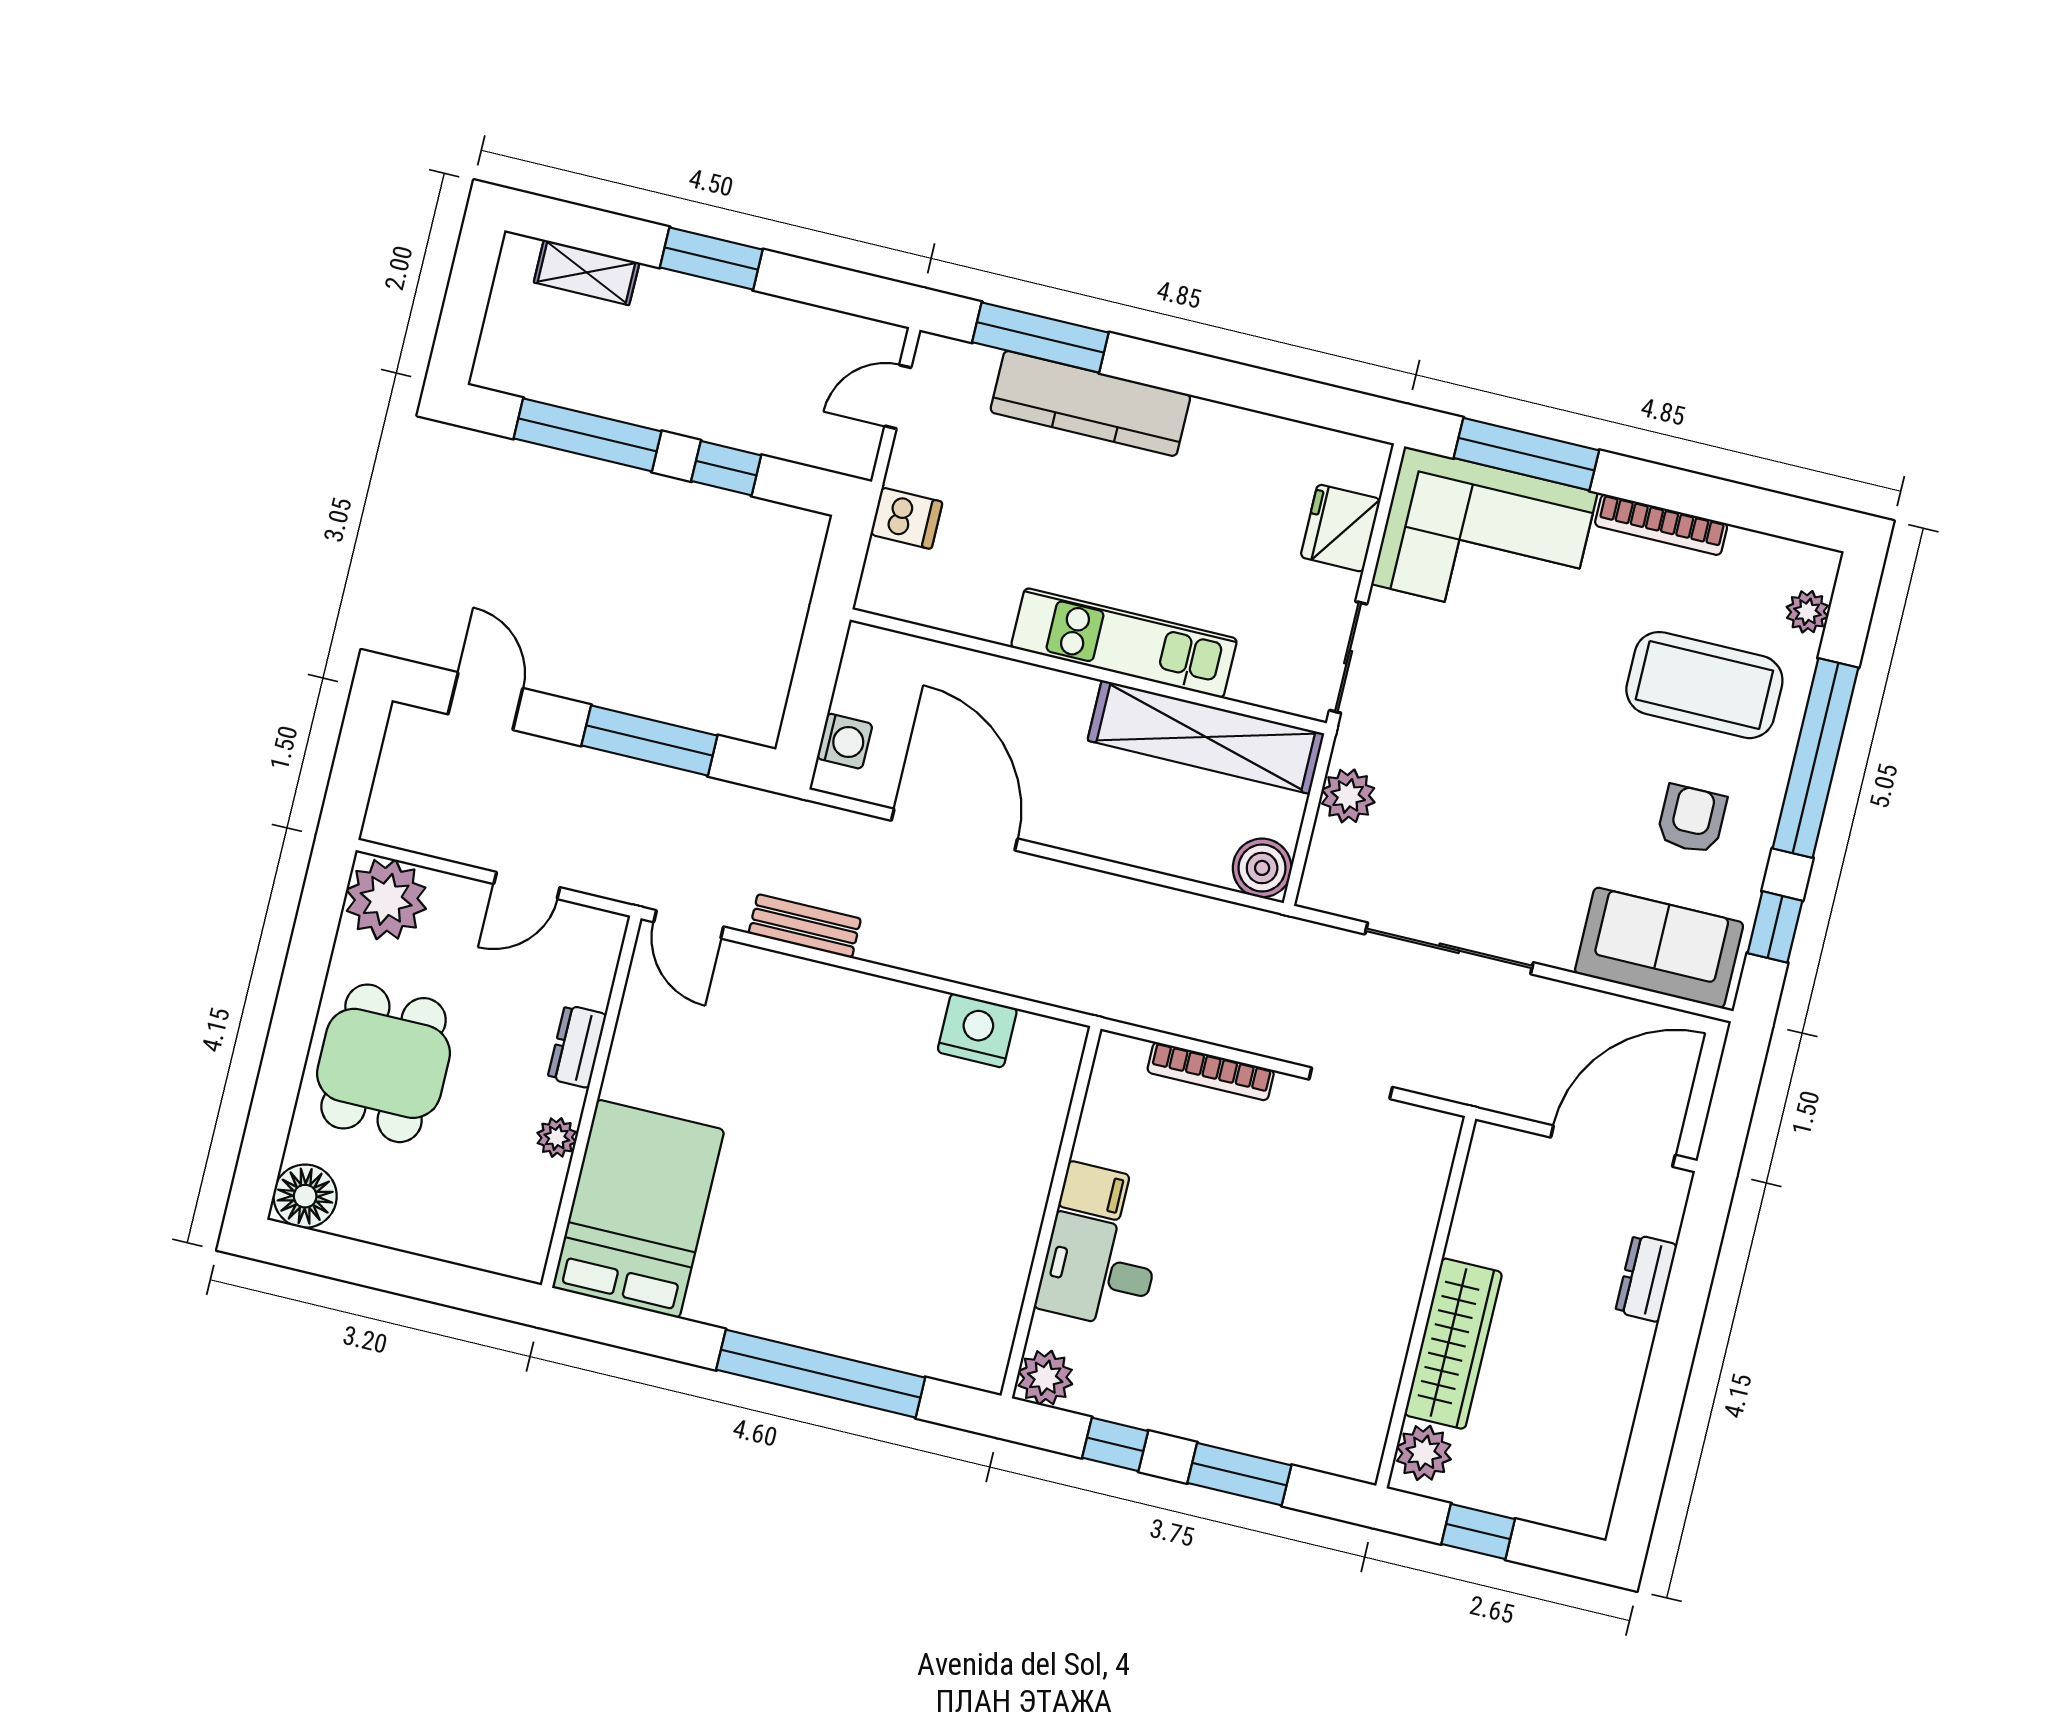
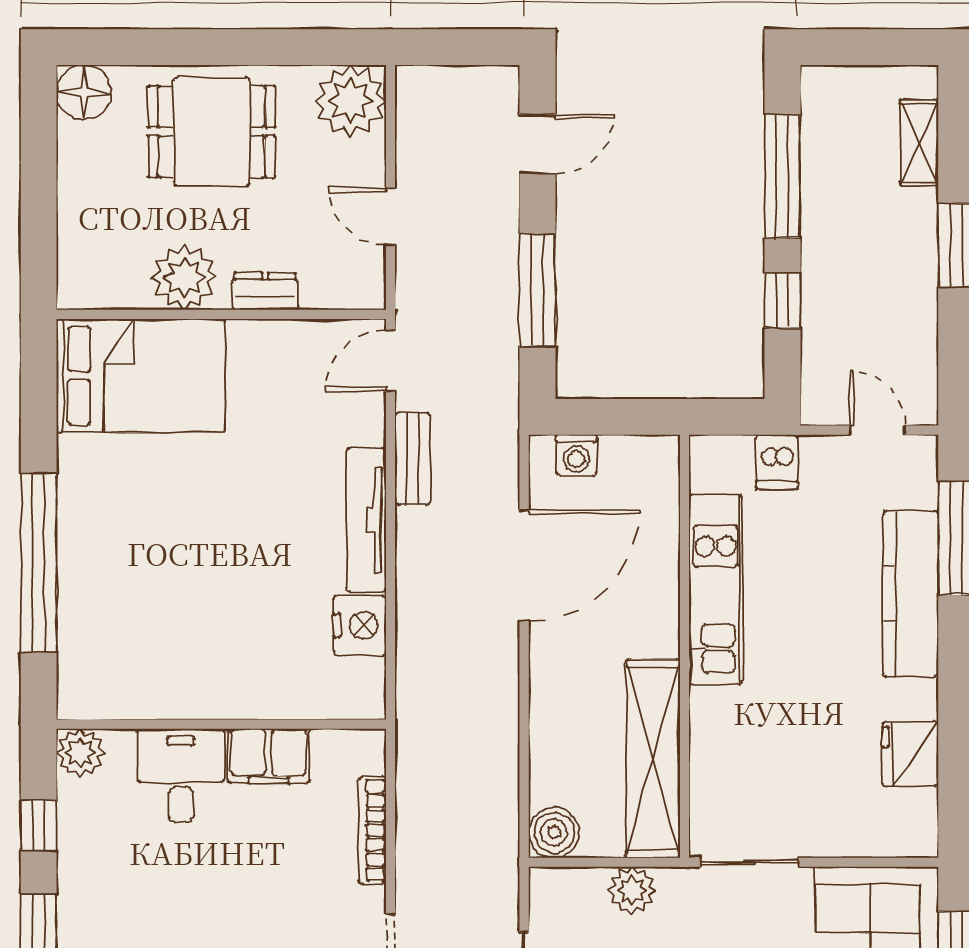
fridge: (1340, 528) -> (910, 754), moved, turned -90
kitchen unit: (1124, 643) -> (716, 590), moved
tv unit: (861, 994) -> (366, 520), added
plant: (557, 1137) -> (184, 277), width x1.88, depth x1.88
filing cabinet: (1094, 1190) -> (269, 756), width x2.00

